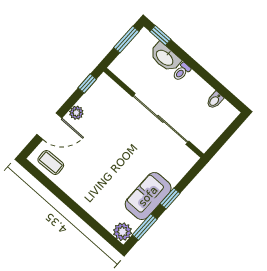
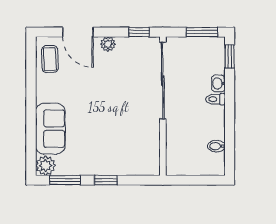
washbasin: (165, 57) -> (218, 83), width x0.52, depth x0.69
sliding door: (161, 119) -> (163, 81), moved
sofa: (148, 196) -> (50, 129), moved, turned 90

